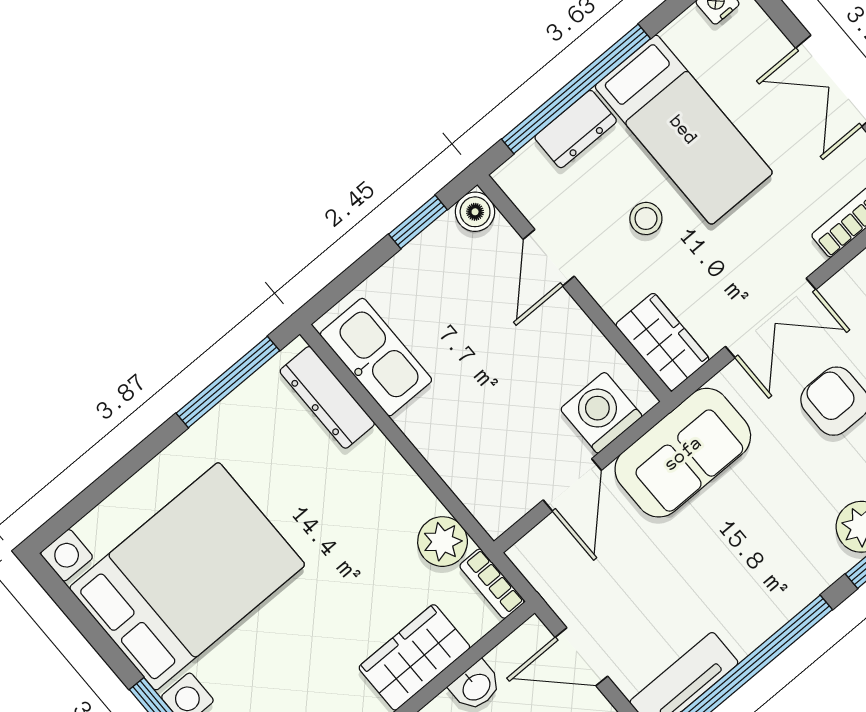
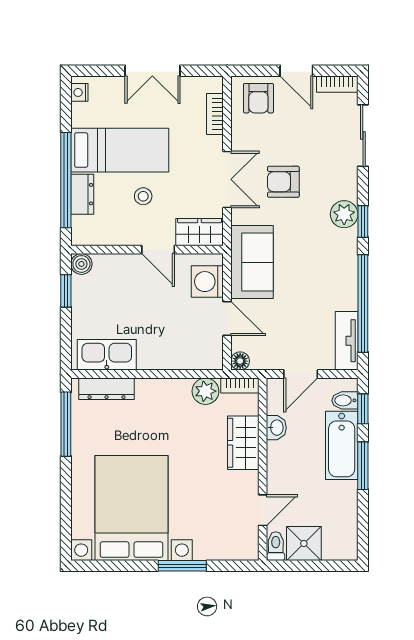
door: (549, 258) -> (158, 250), moved
floor lamp: (527, 555) -> (240, 361), added

